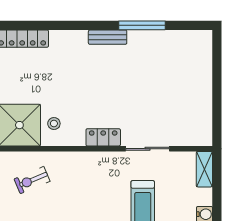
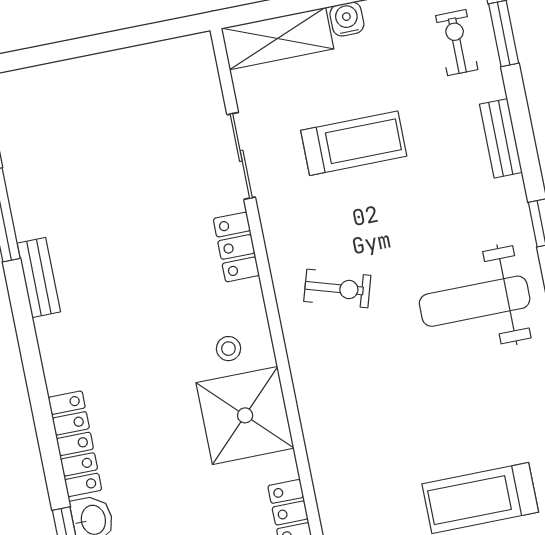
shelving: (204, 169) -> (277, 39), width x1.50, depth x1.33
exercise bike: (32, 180) -> (337, 288), moved, turned -50

